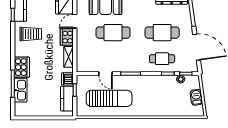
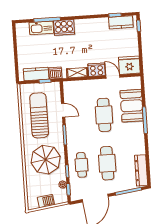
trolley: (31, 34) -> (97, 34), removed
door: (106, 74) -> (63, 110), swing flipped
parasol: (154, 95) -> (46, 160), added
sun lounger: (109, 98) -> (39, 115), turned 180

